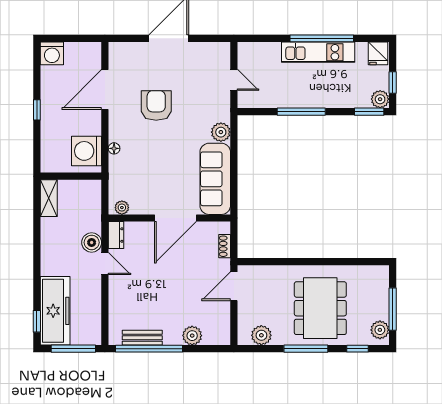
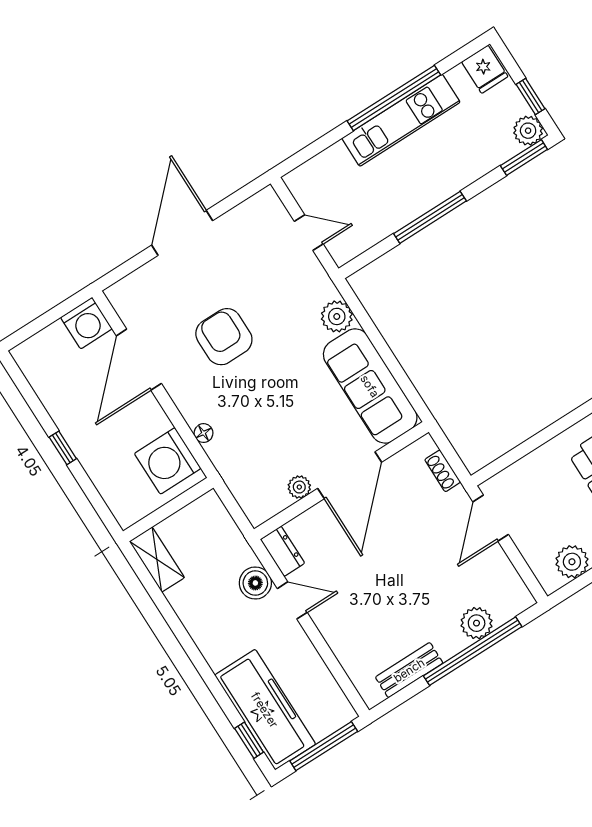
washing machine: (52, 53) -> (86, 323), moved
plant: (122, 208) -> (299, 487), moved
window: (149, 349) -> (473, 651), moved

